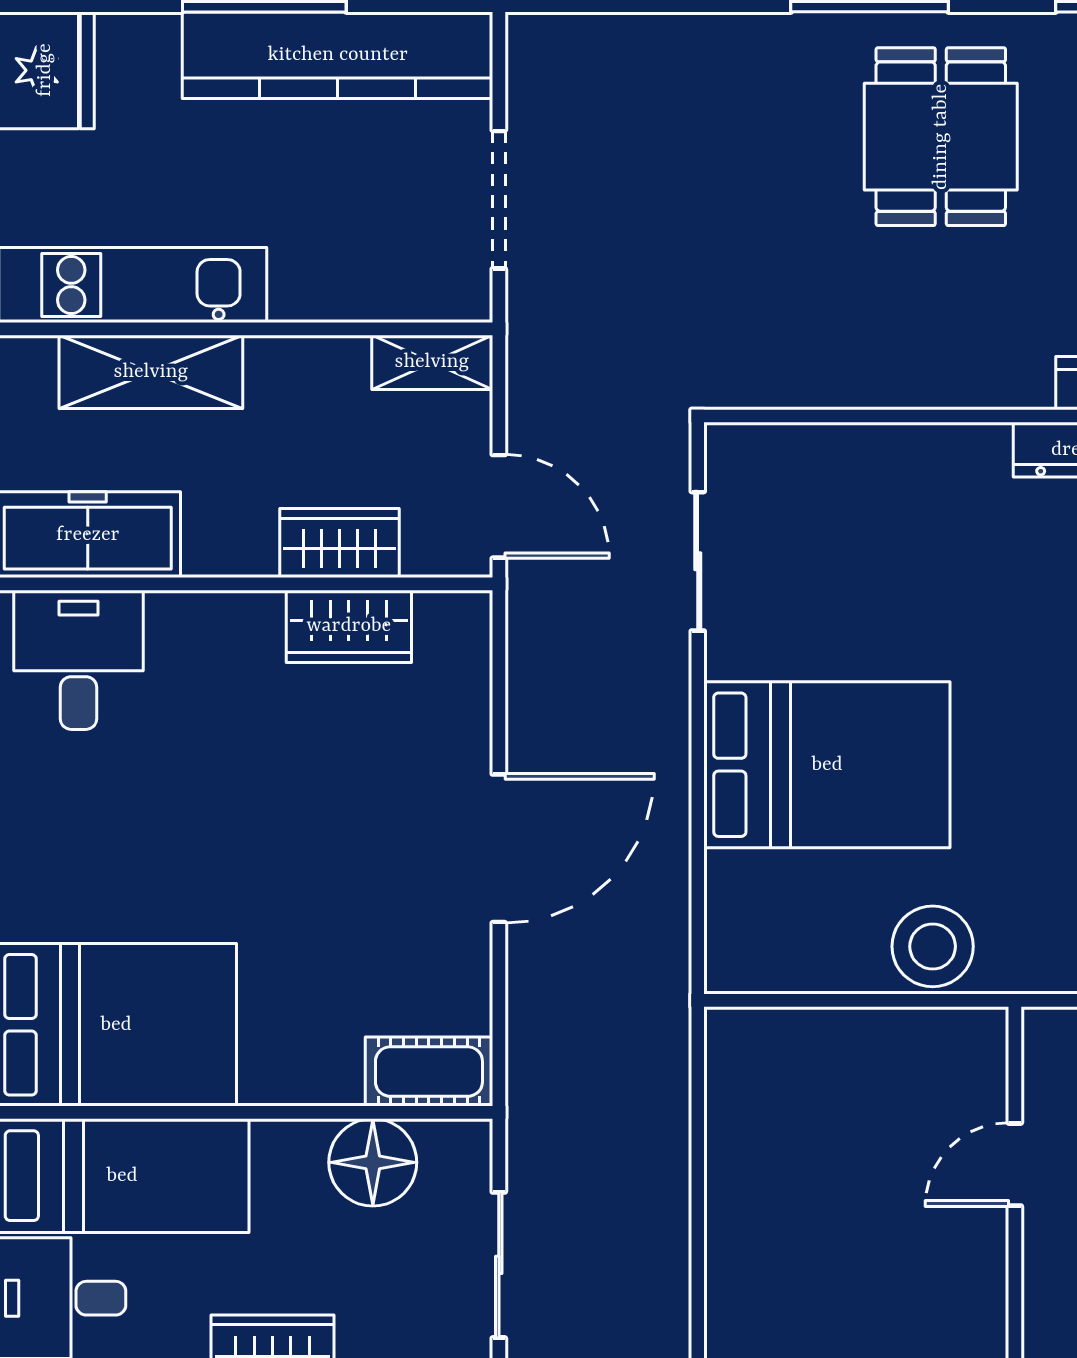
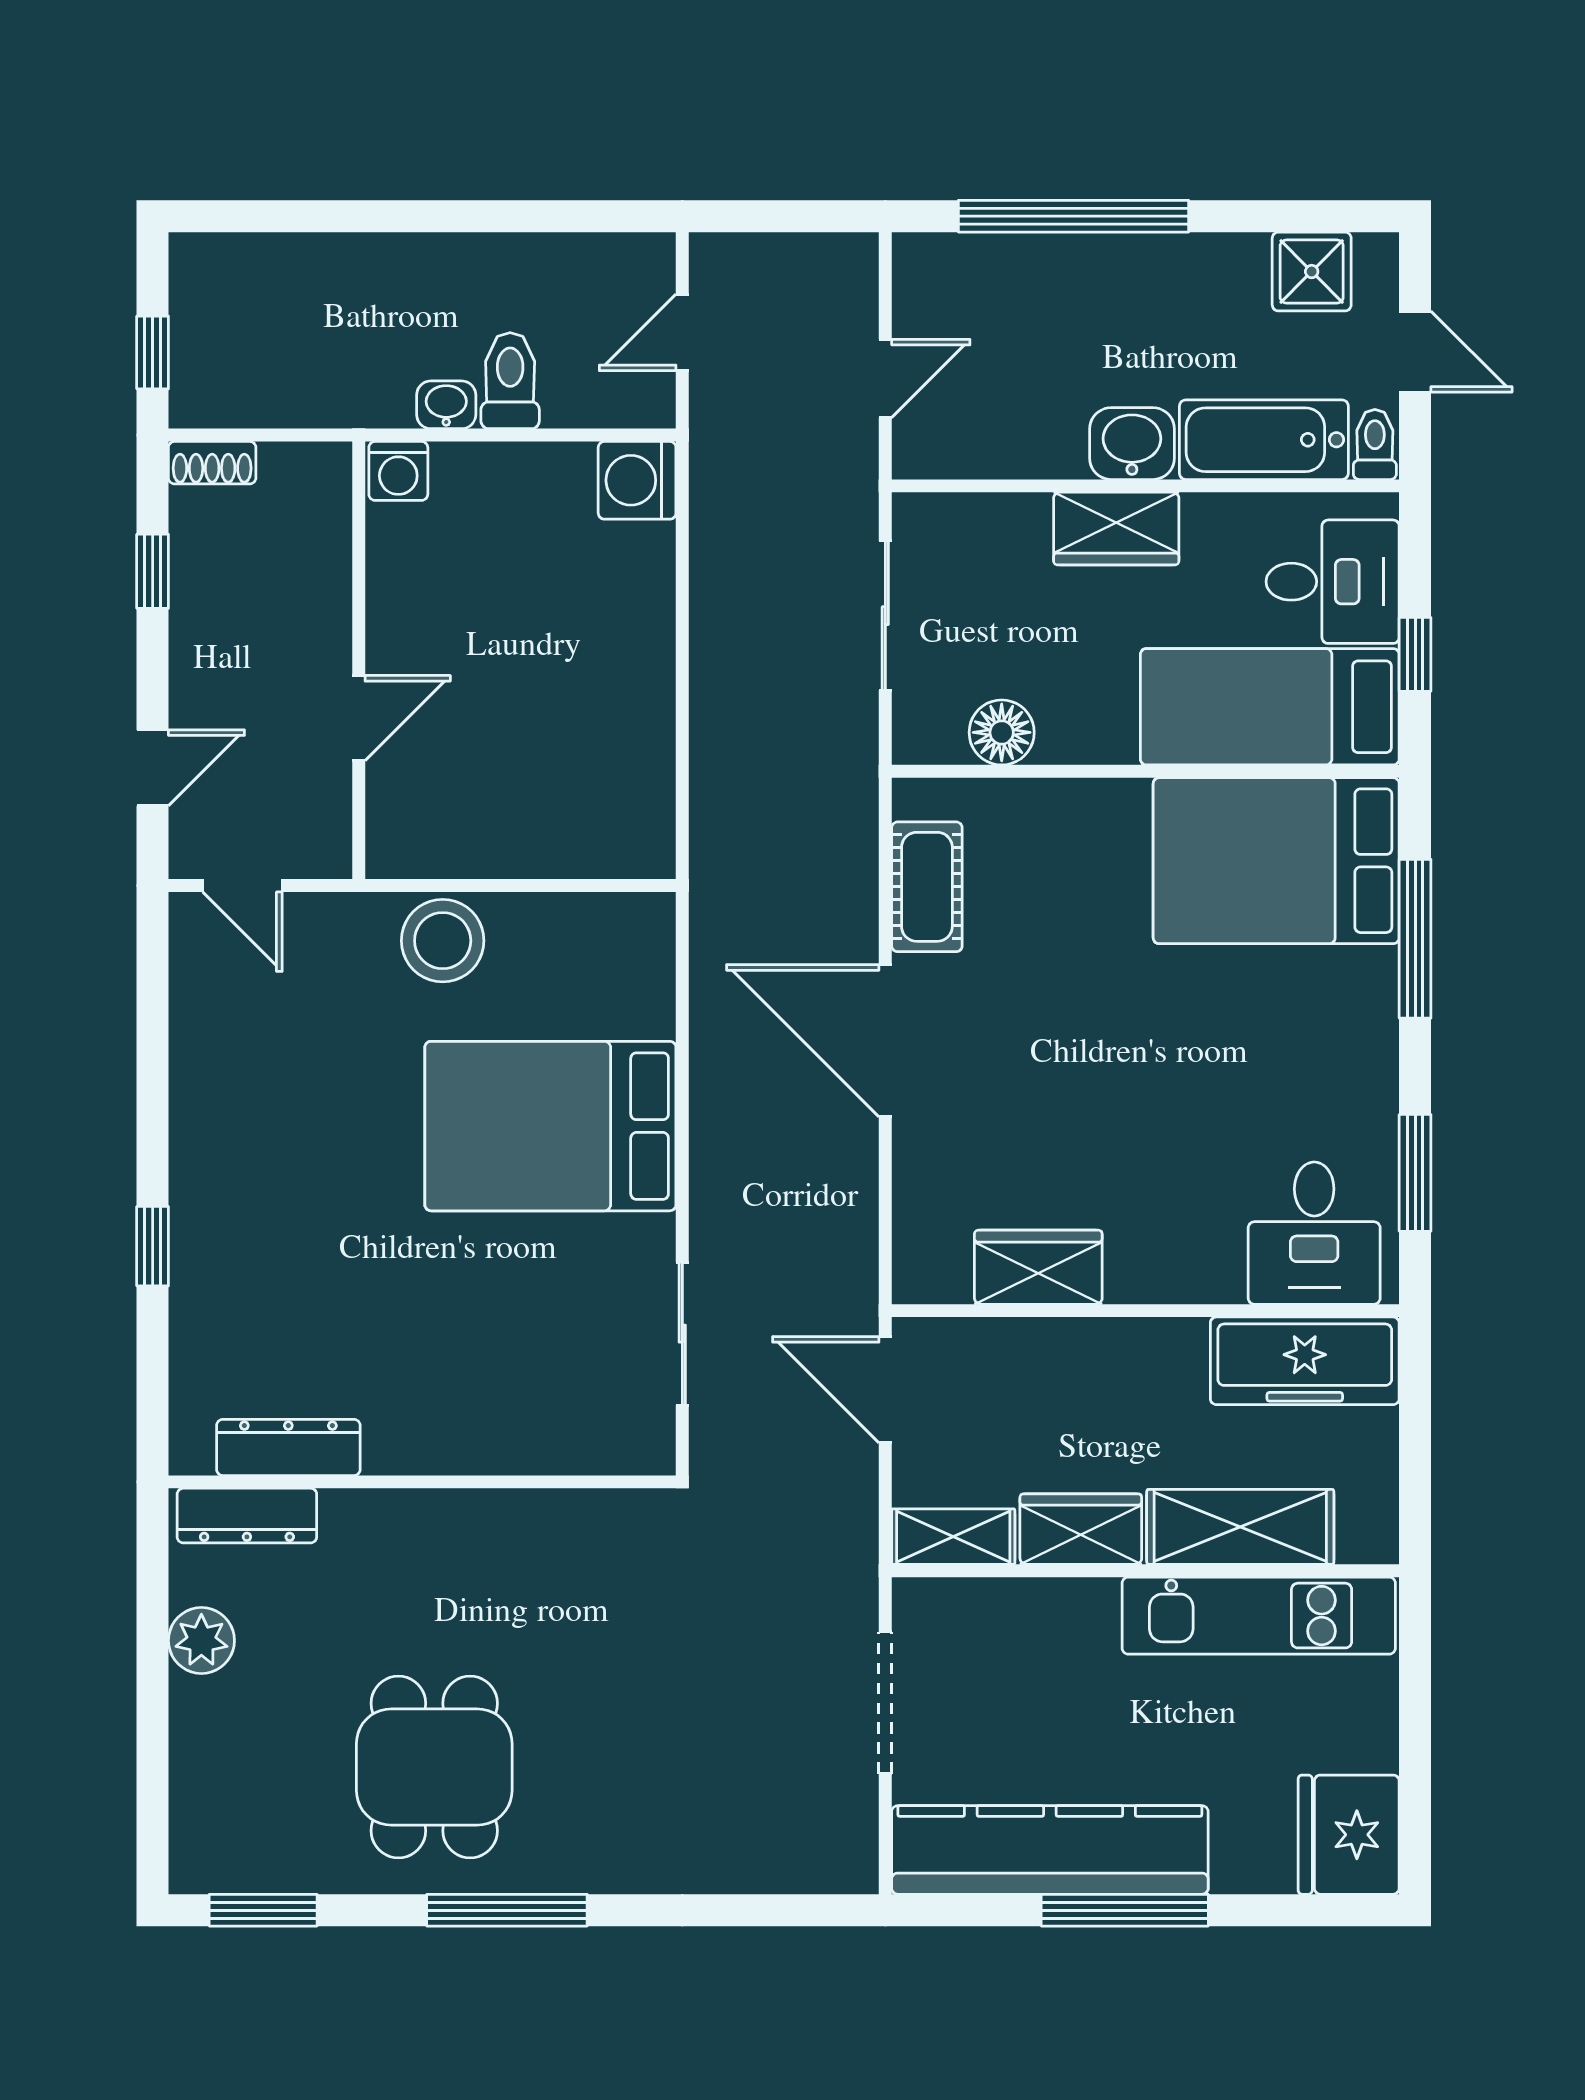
wardrobe: (340, 543) -> (1081, 1529), moved, turned 180
door: (499, 848) -> (885, 1041), hinge flipped
cot: (429, 1072) -> (927, 887), moved, turned 90
floor lamp: (373, 1162) -> (1002, 732), width x0.73, depth x0.73

